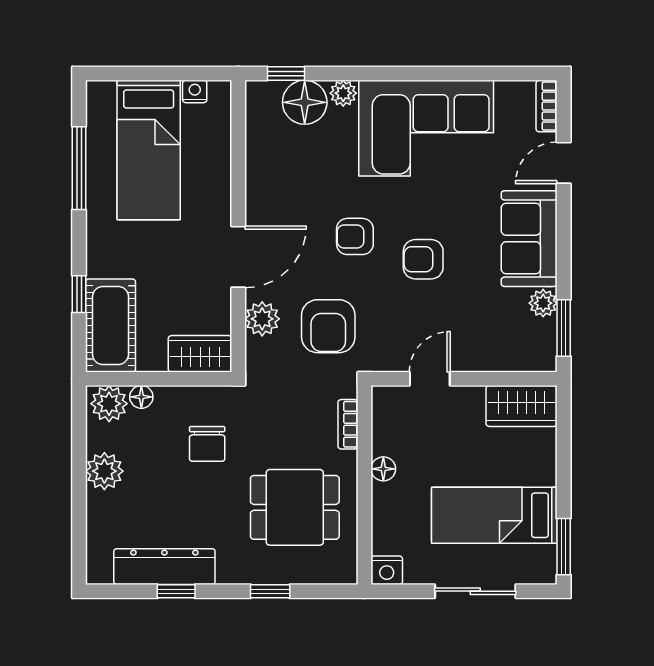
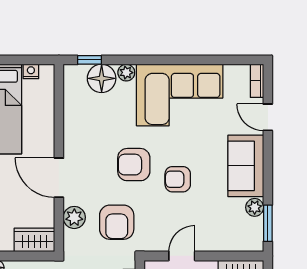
door: (564, 163) -> (268, 117), hinge flipped
armchair: (355, 236) -> (134, 165), width x1.38, depth x1.38
door: (238, 257) -> (59, 178), swing flipped

